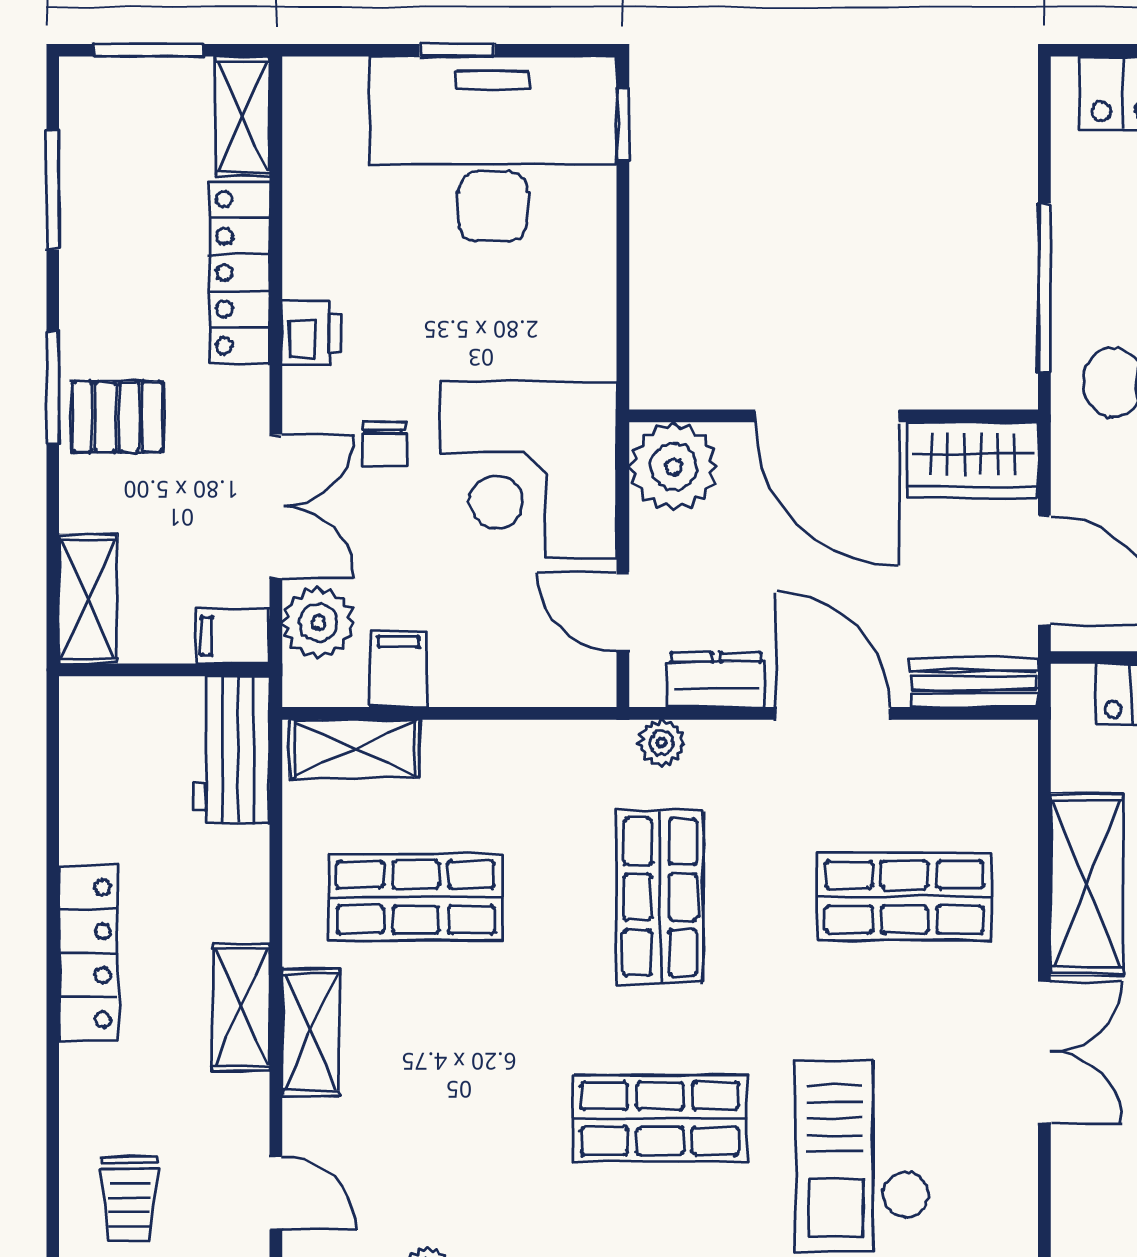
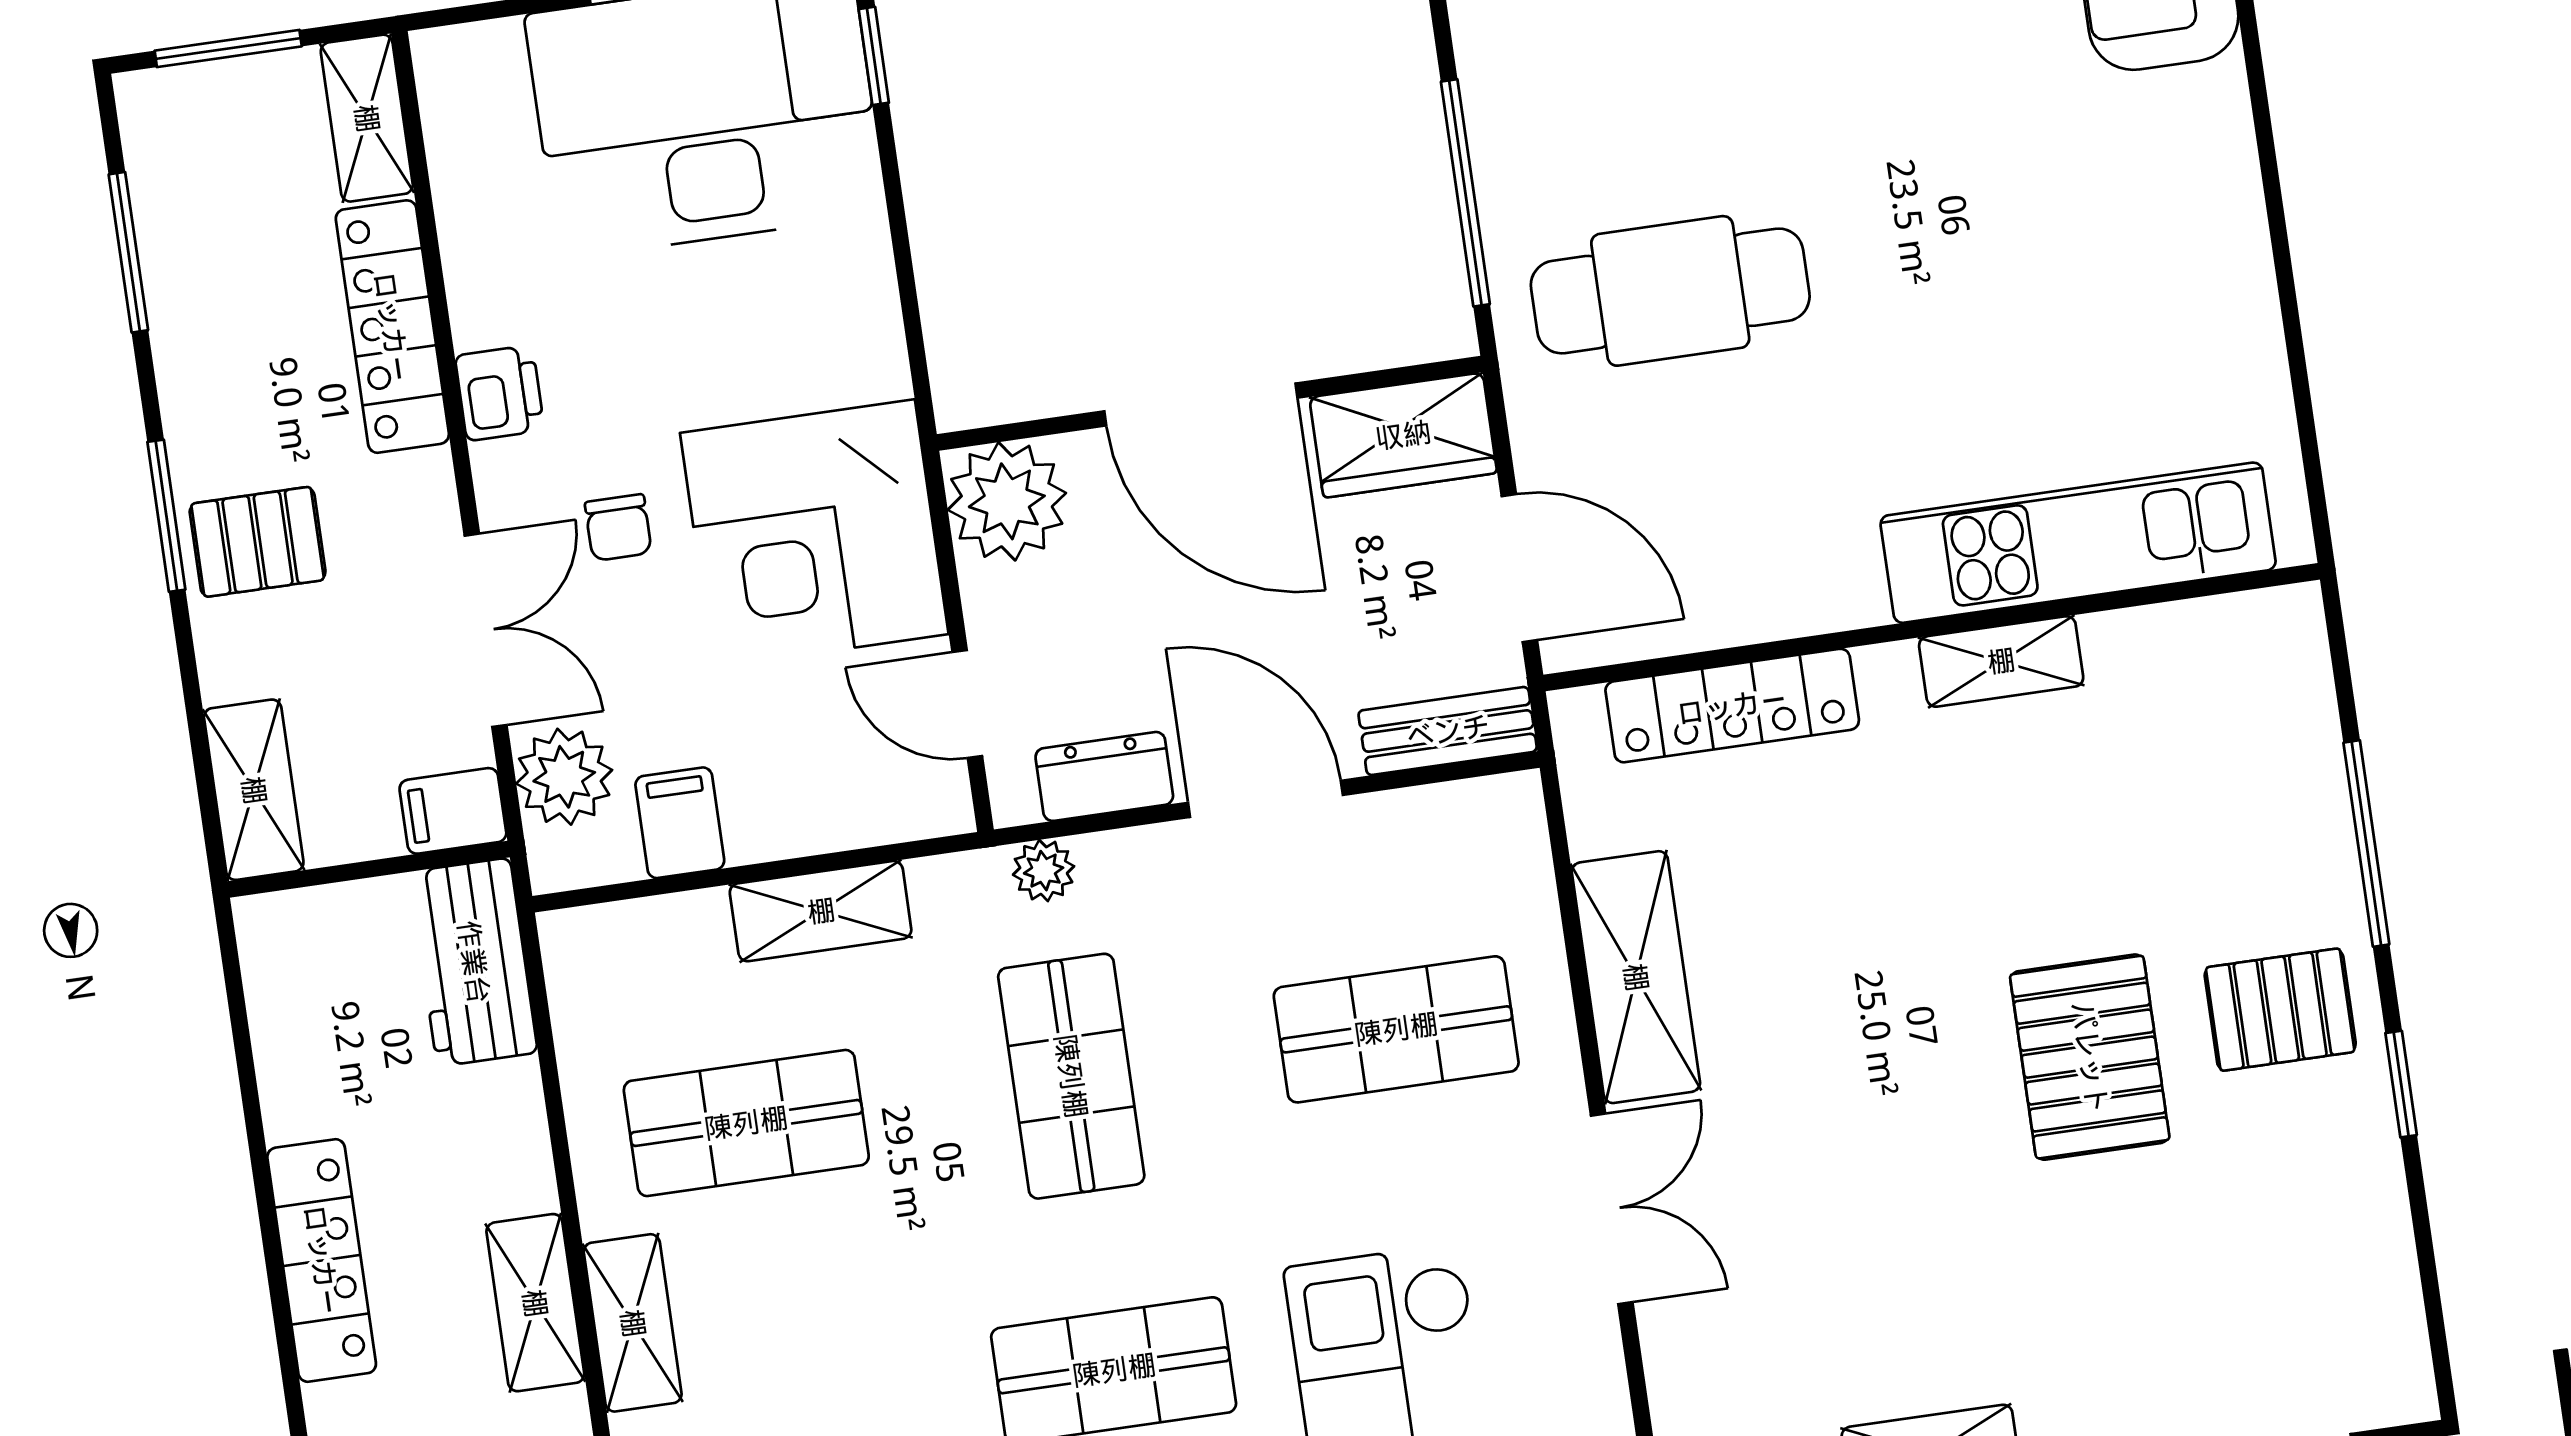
shelving: (355, 749) -> (821, 911), moved

